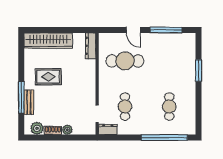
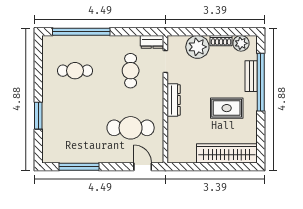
door: (133, 30) -> (143, 167), moved
dresser: (91, 46) -> (174, 100), moved
window: (21, 97) -> (261, 82), width x1.46
cafe table: (169, 107) -> (75, 71), turned 90
plant: (67, 130) -> (197, 47), width x1.88, depth x1.88

